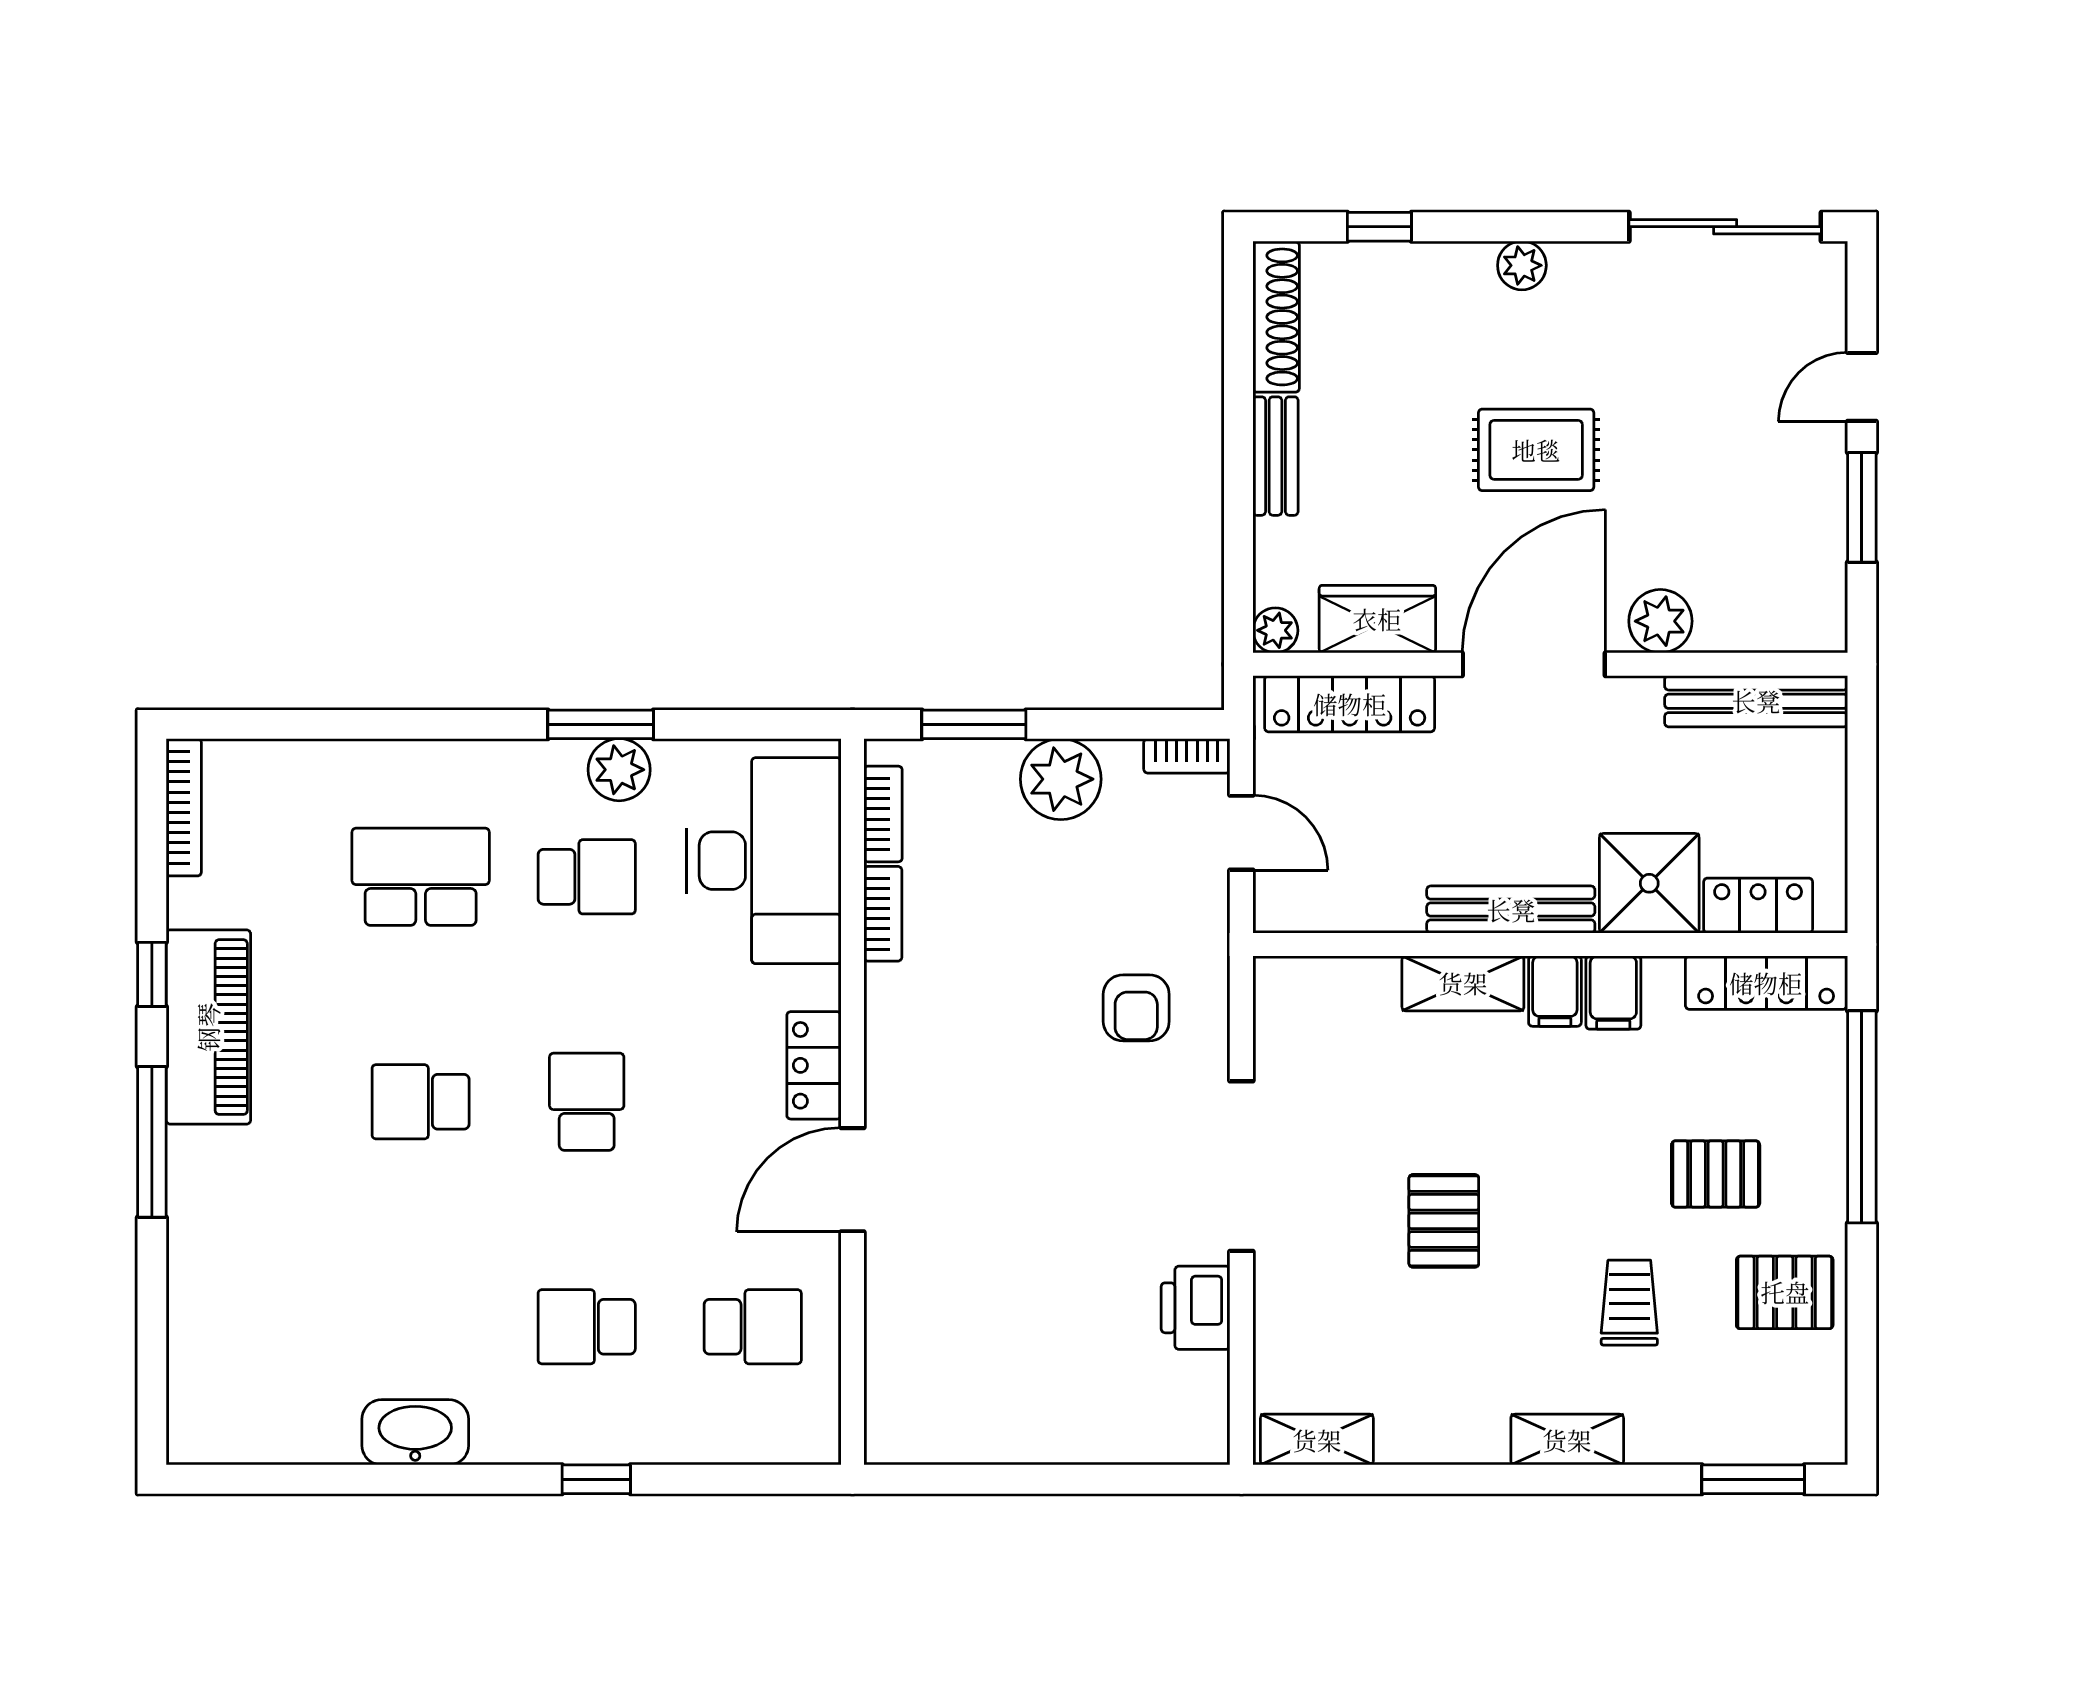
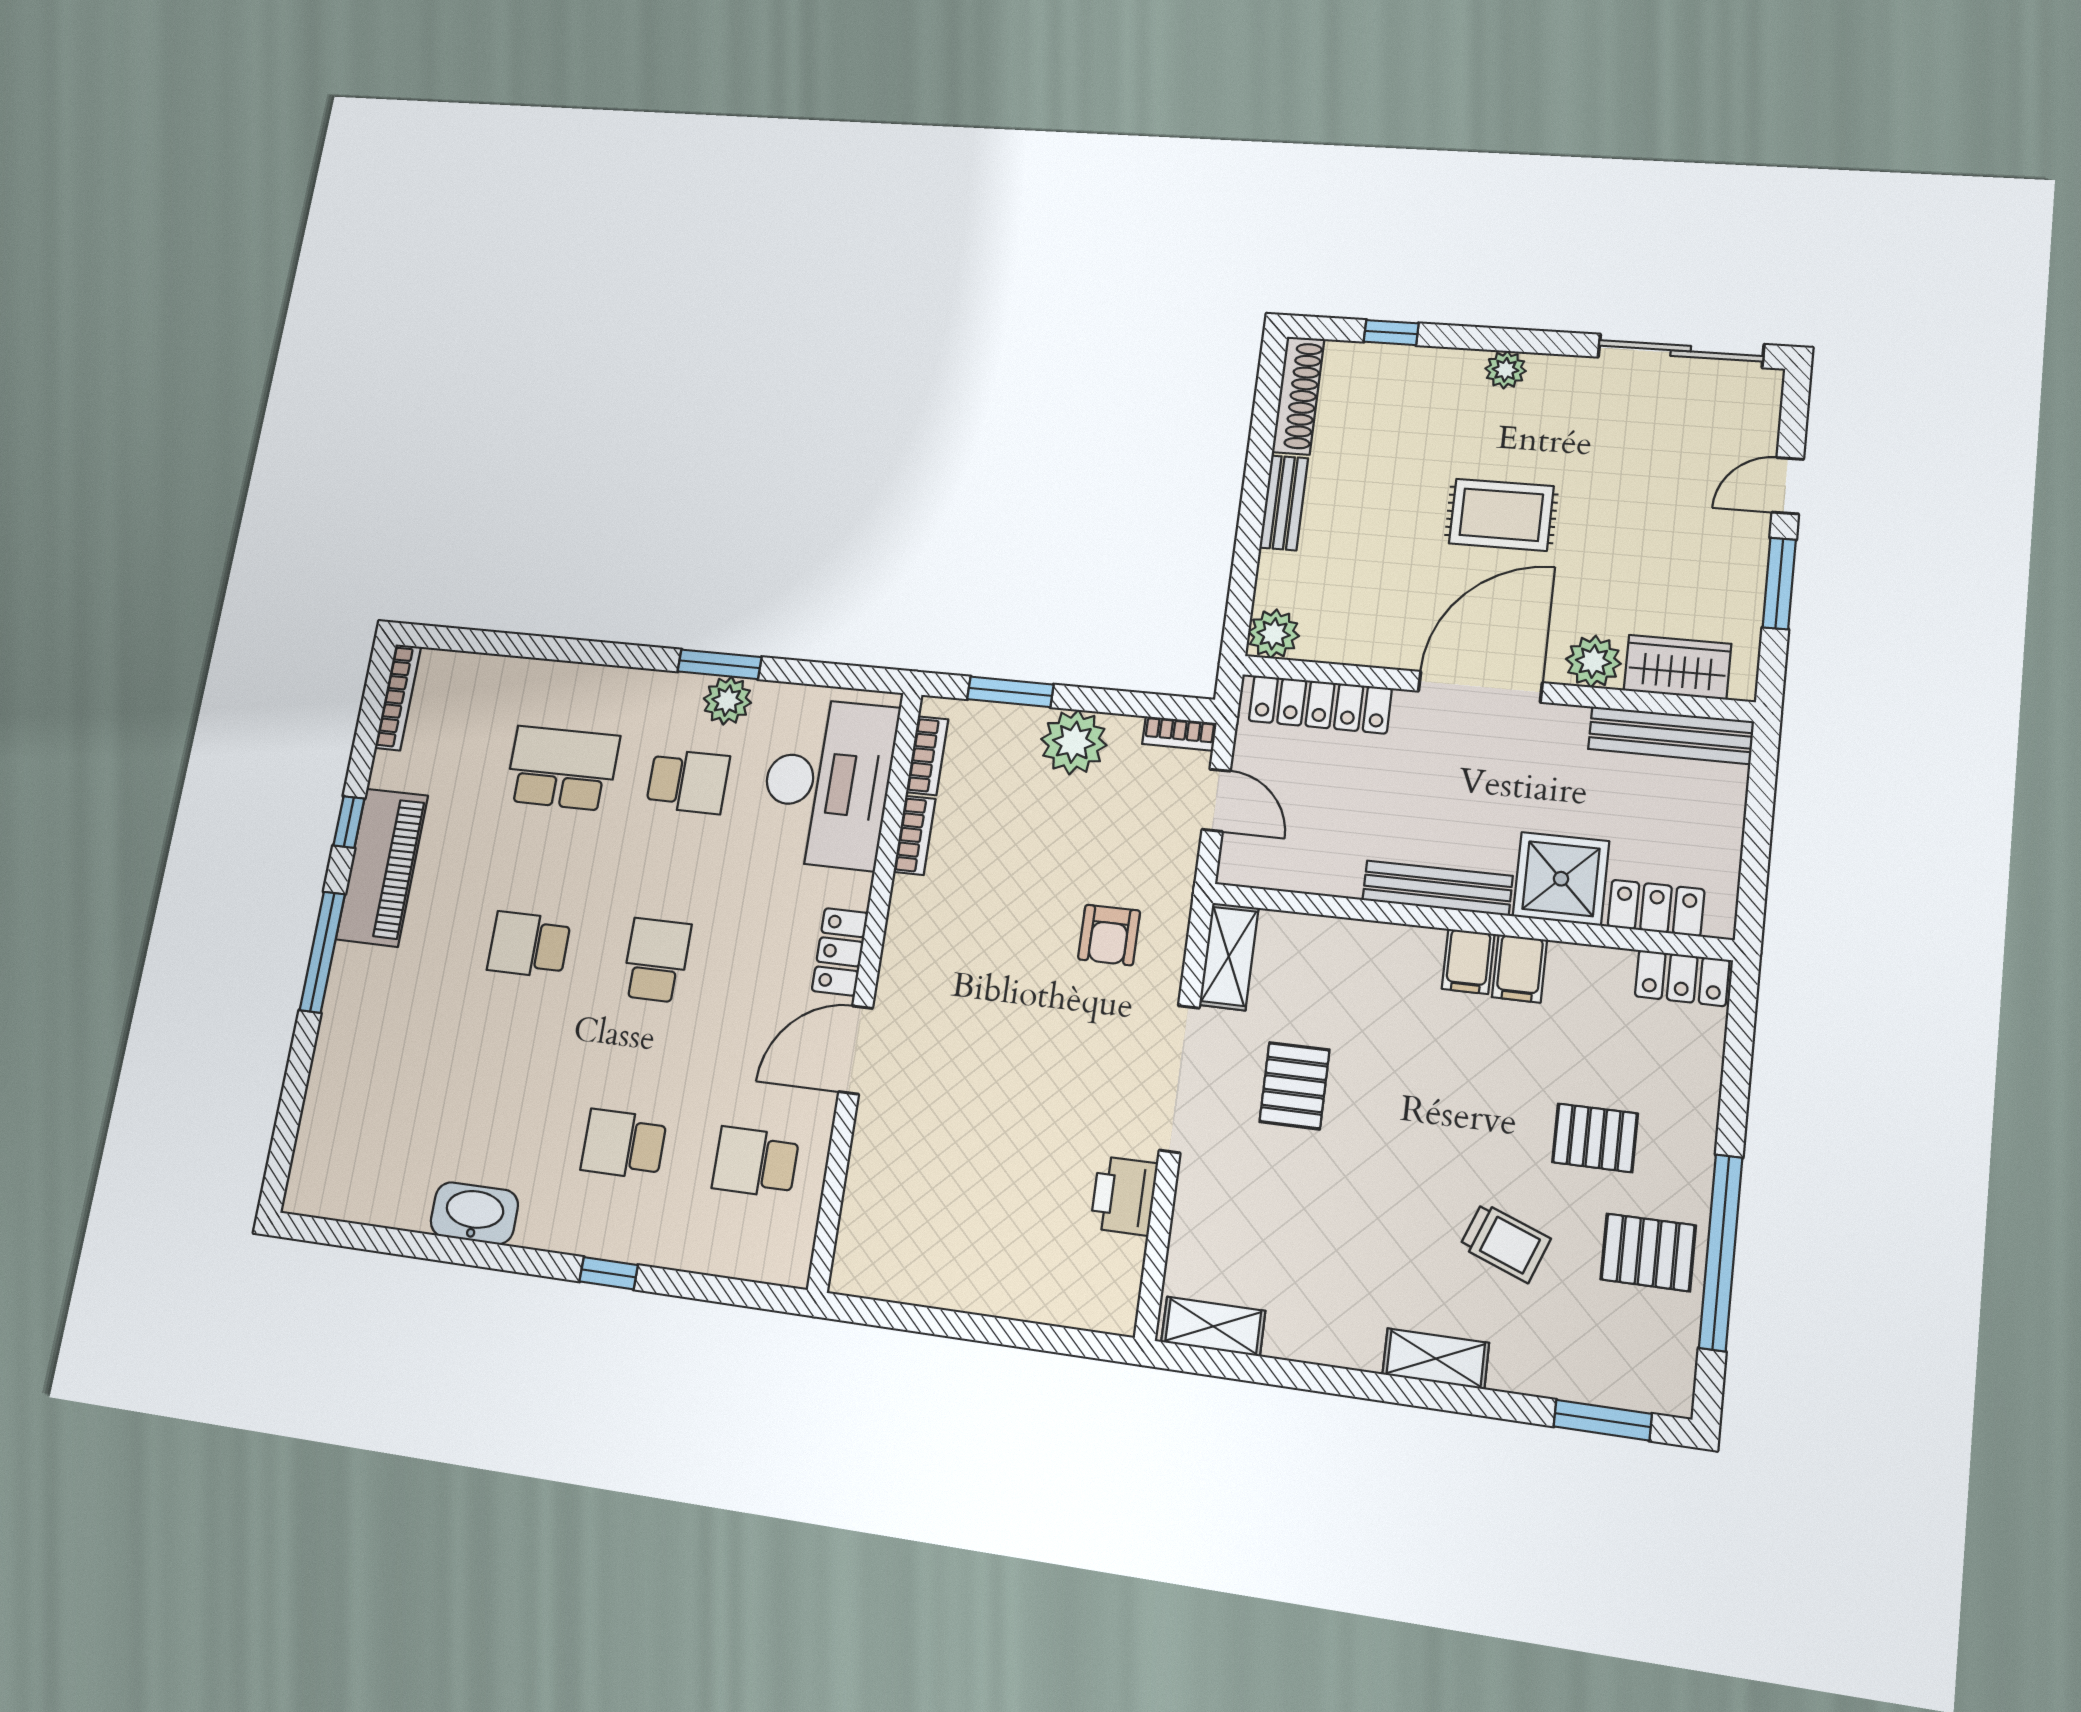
wardrobe: (1377, 619) -> (1677, 667), moved
plant: (1275, 630) -> (1274, 634), width x1.38, depth x1.38
shelving: (1463, 983) -> (1229, 956), moved, turned 90
locker: (1766, 983) -> (1682, 978), width x0.66
window: (1862, 1117) -> (1721, 1252), moved
pallet: (1444, 1221) -> (1294, 1086), moved
trolley: (1629, 1303) -> (1505, 1243), turned 111
school desk: (753, 1327) -> (755, 1162), turned 180

